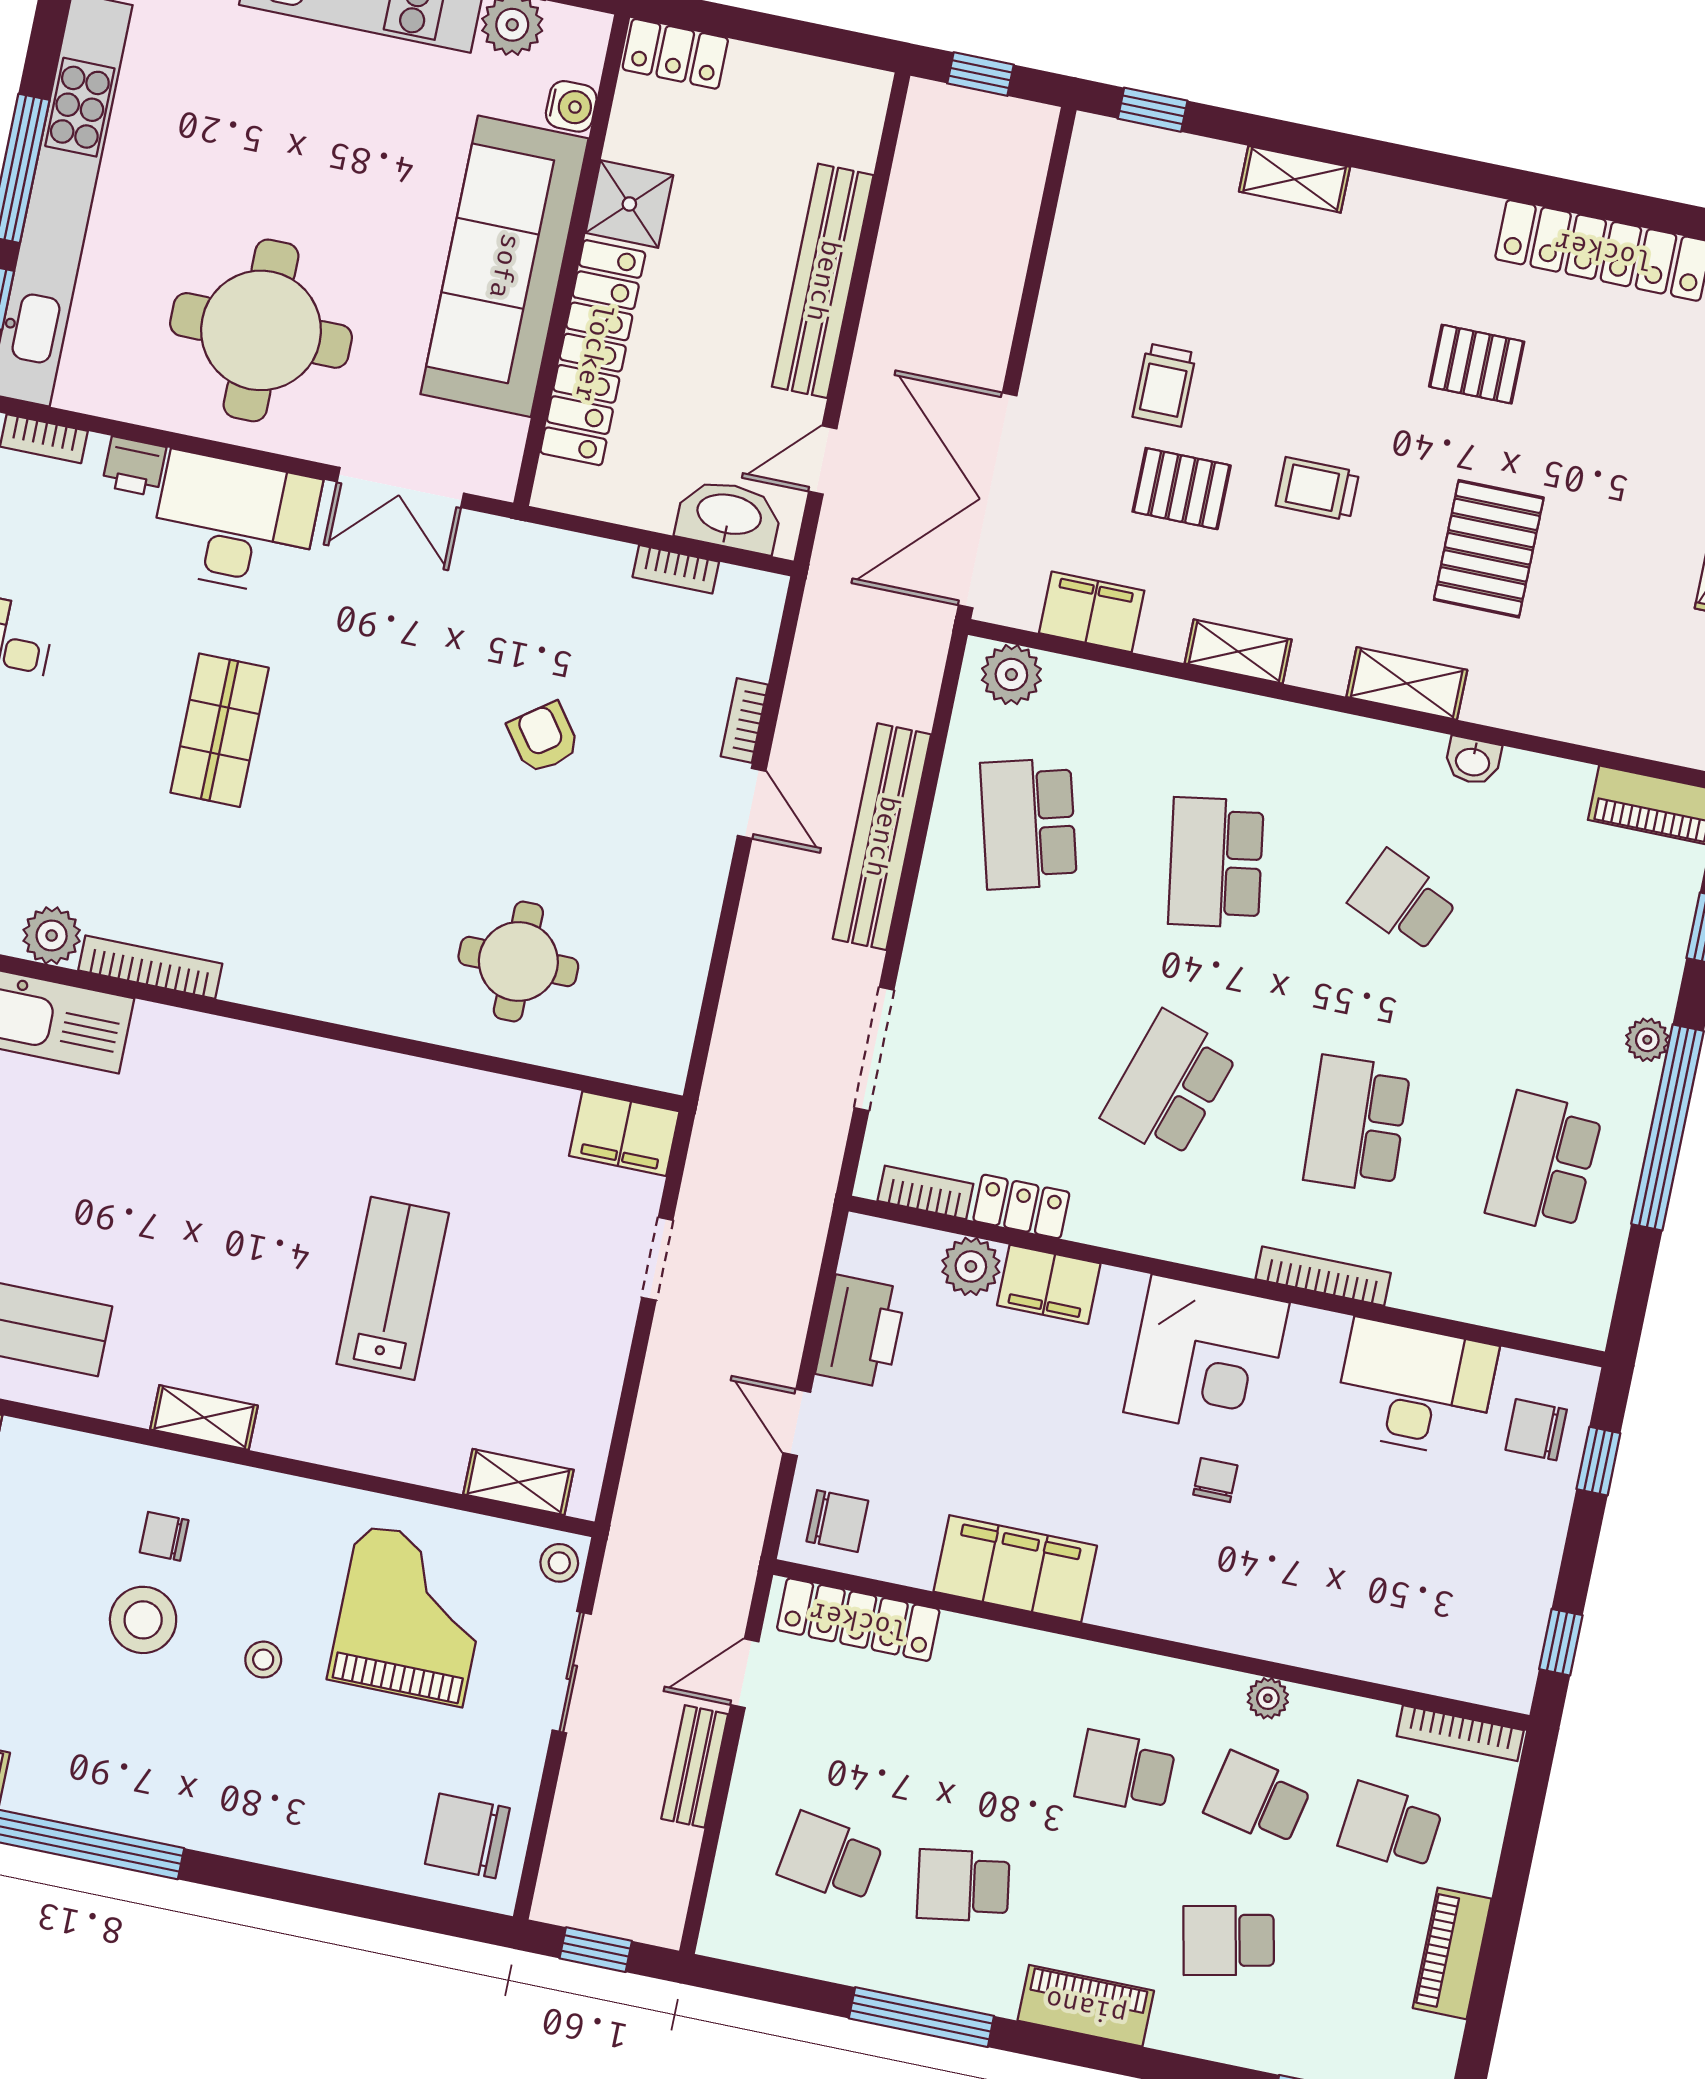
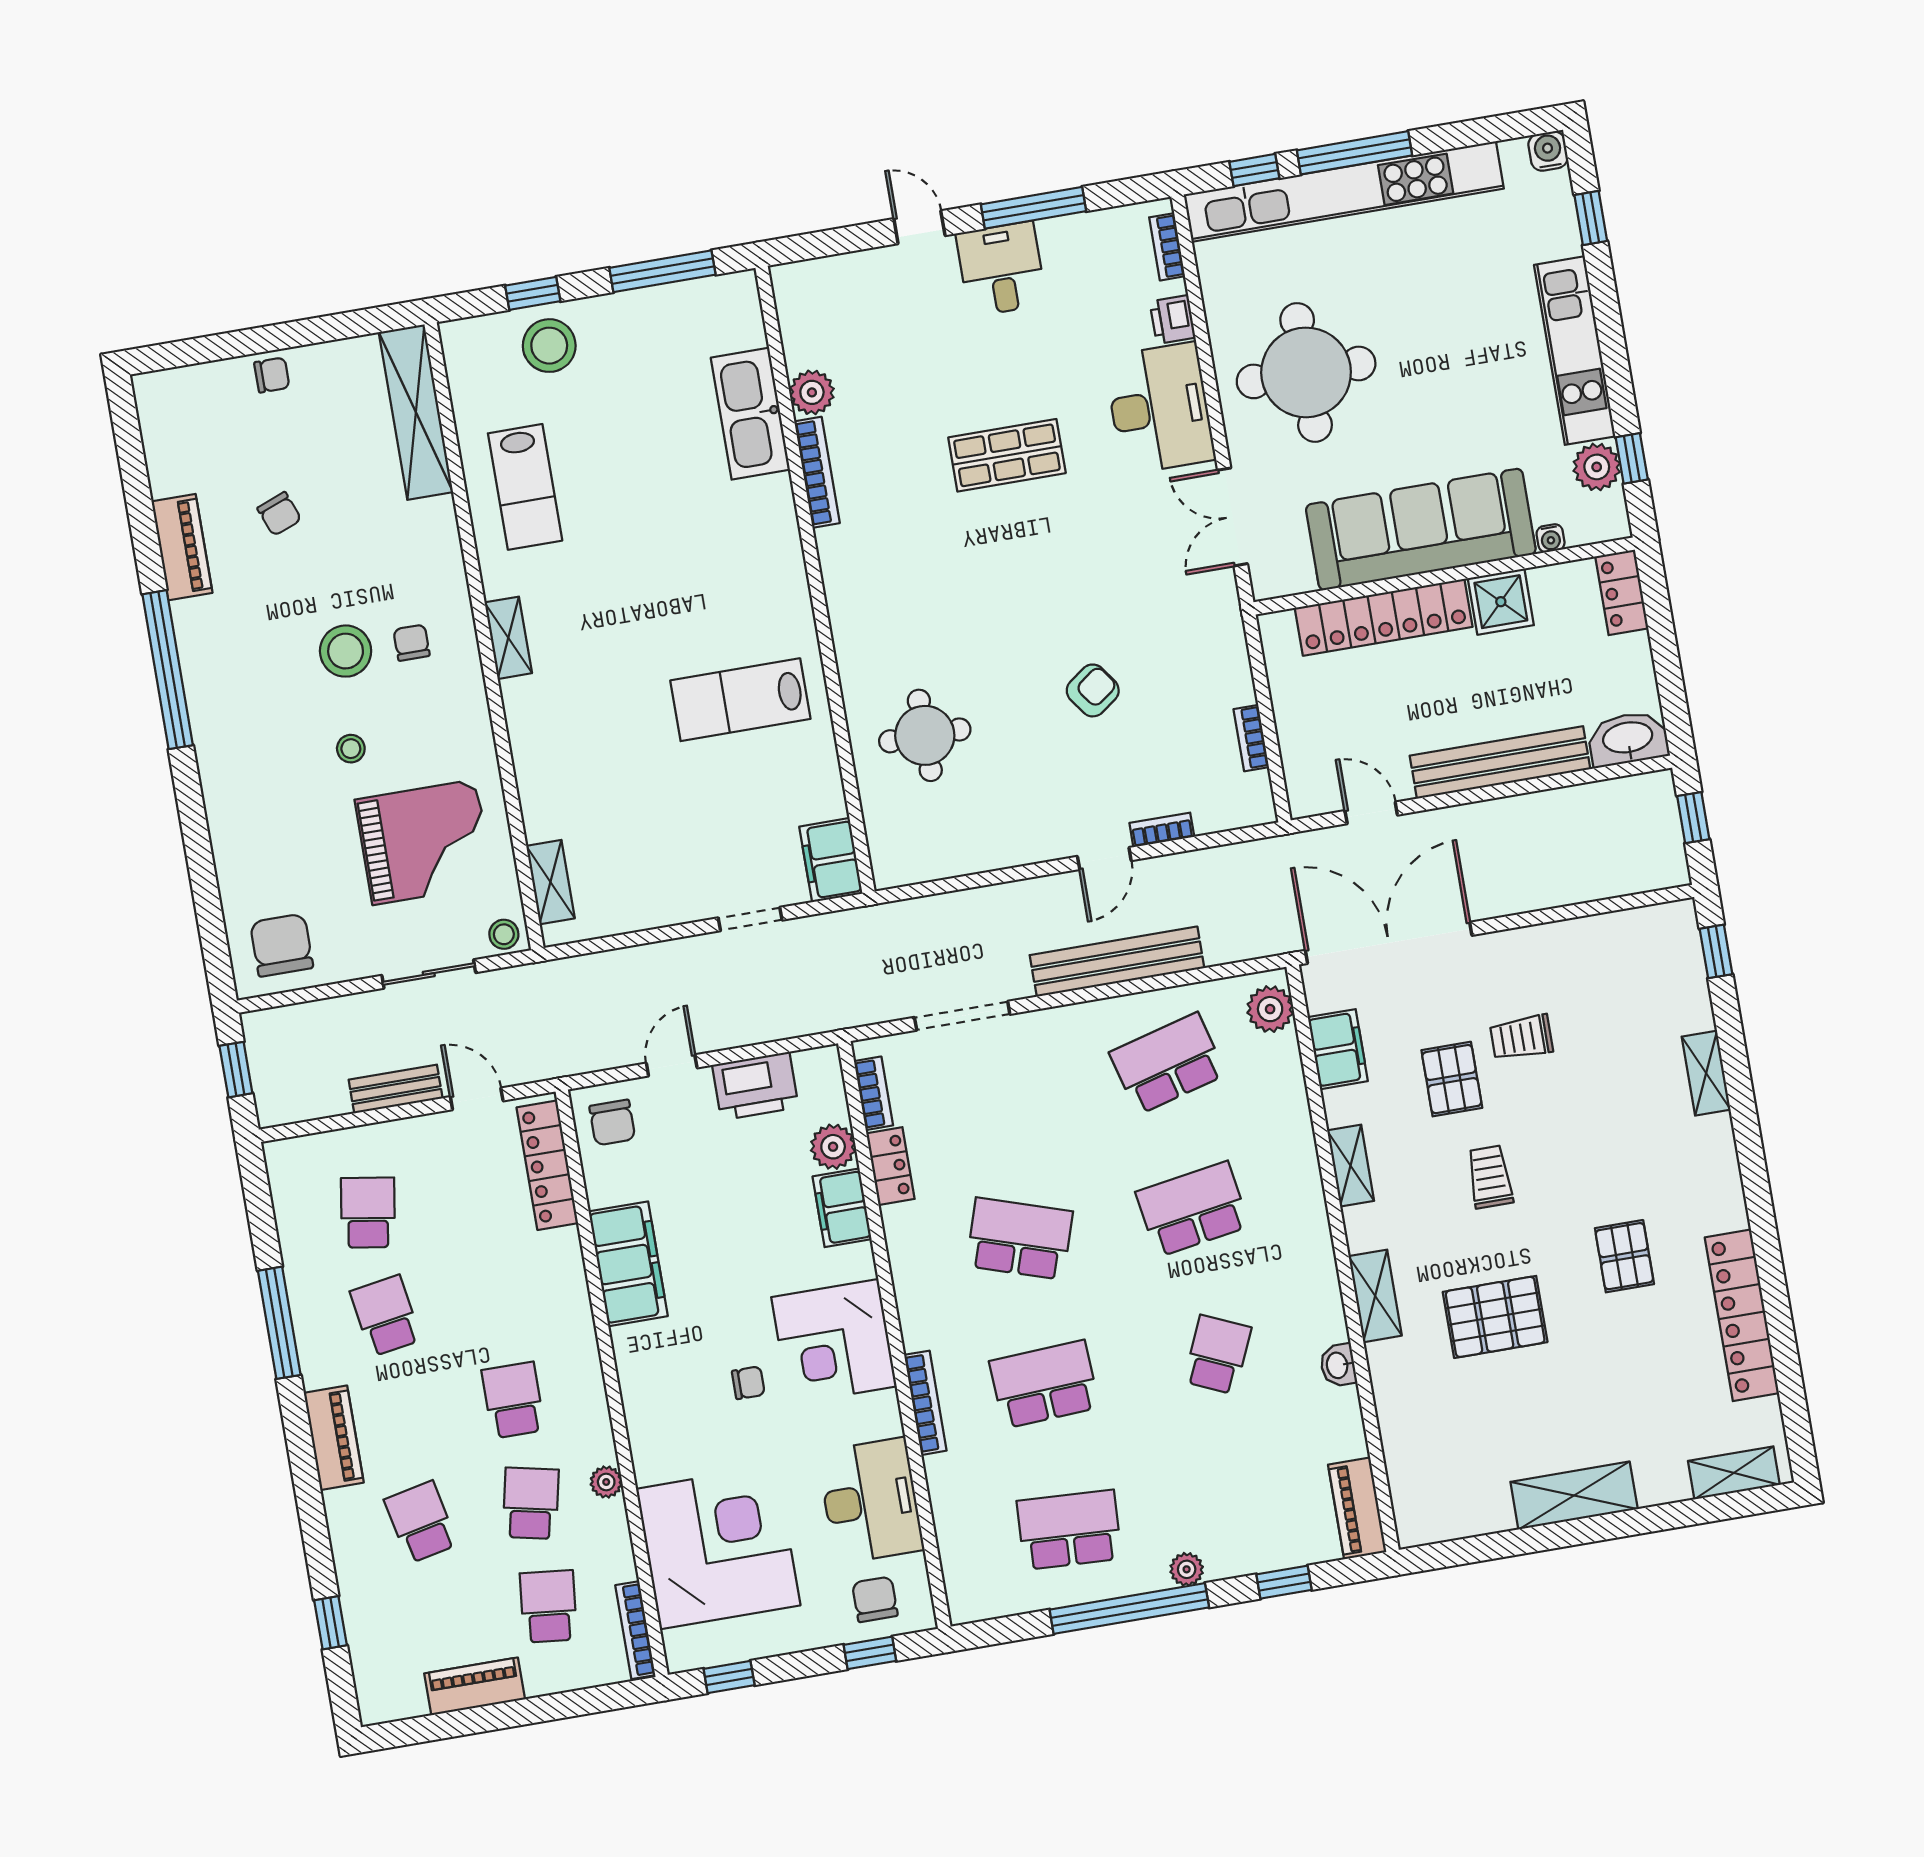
water cooler: (571, 106) -> (1551, 538), width x0.72, depth x0.72
washbasin: (729, 516) -> (1628, 739), moved, turned -90
lab bench: (393, 1288) -> (740, 700), moved, turned 180
corner desk: (1399, 1594) -> (718, 1547), added

